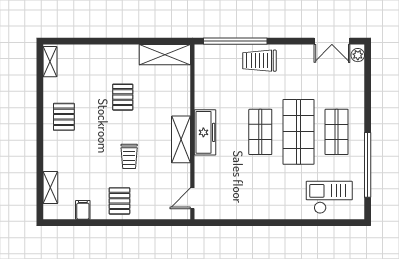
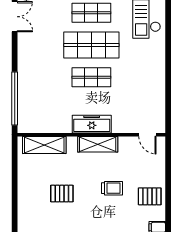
shelving: (165, 55) -> (44, 145), moved, turned 90
trolley: (259, 61) -> (31, 78), removed

